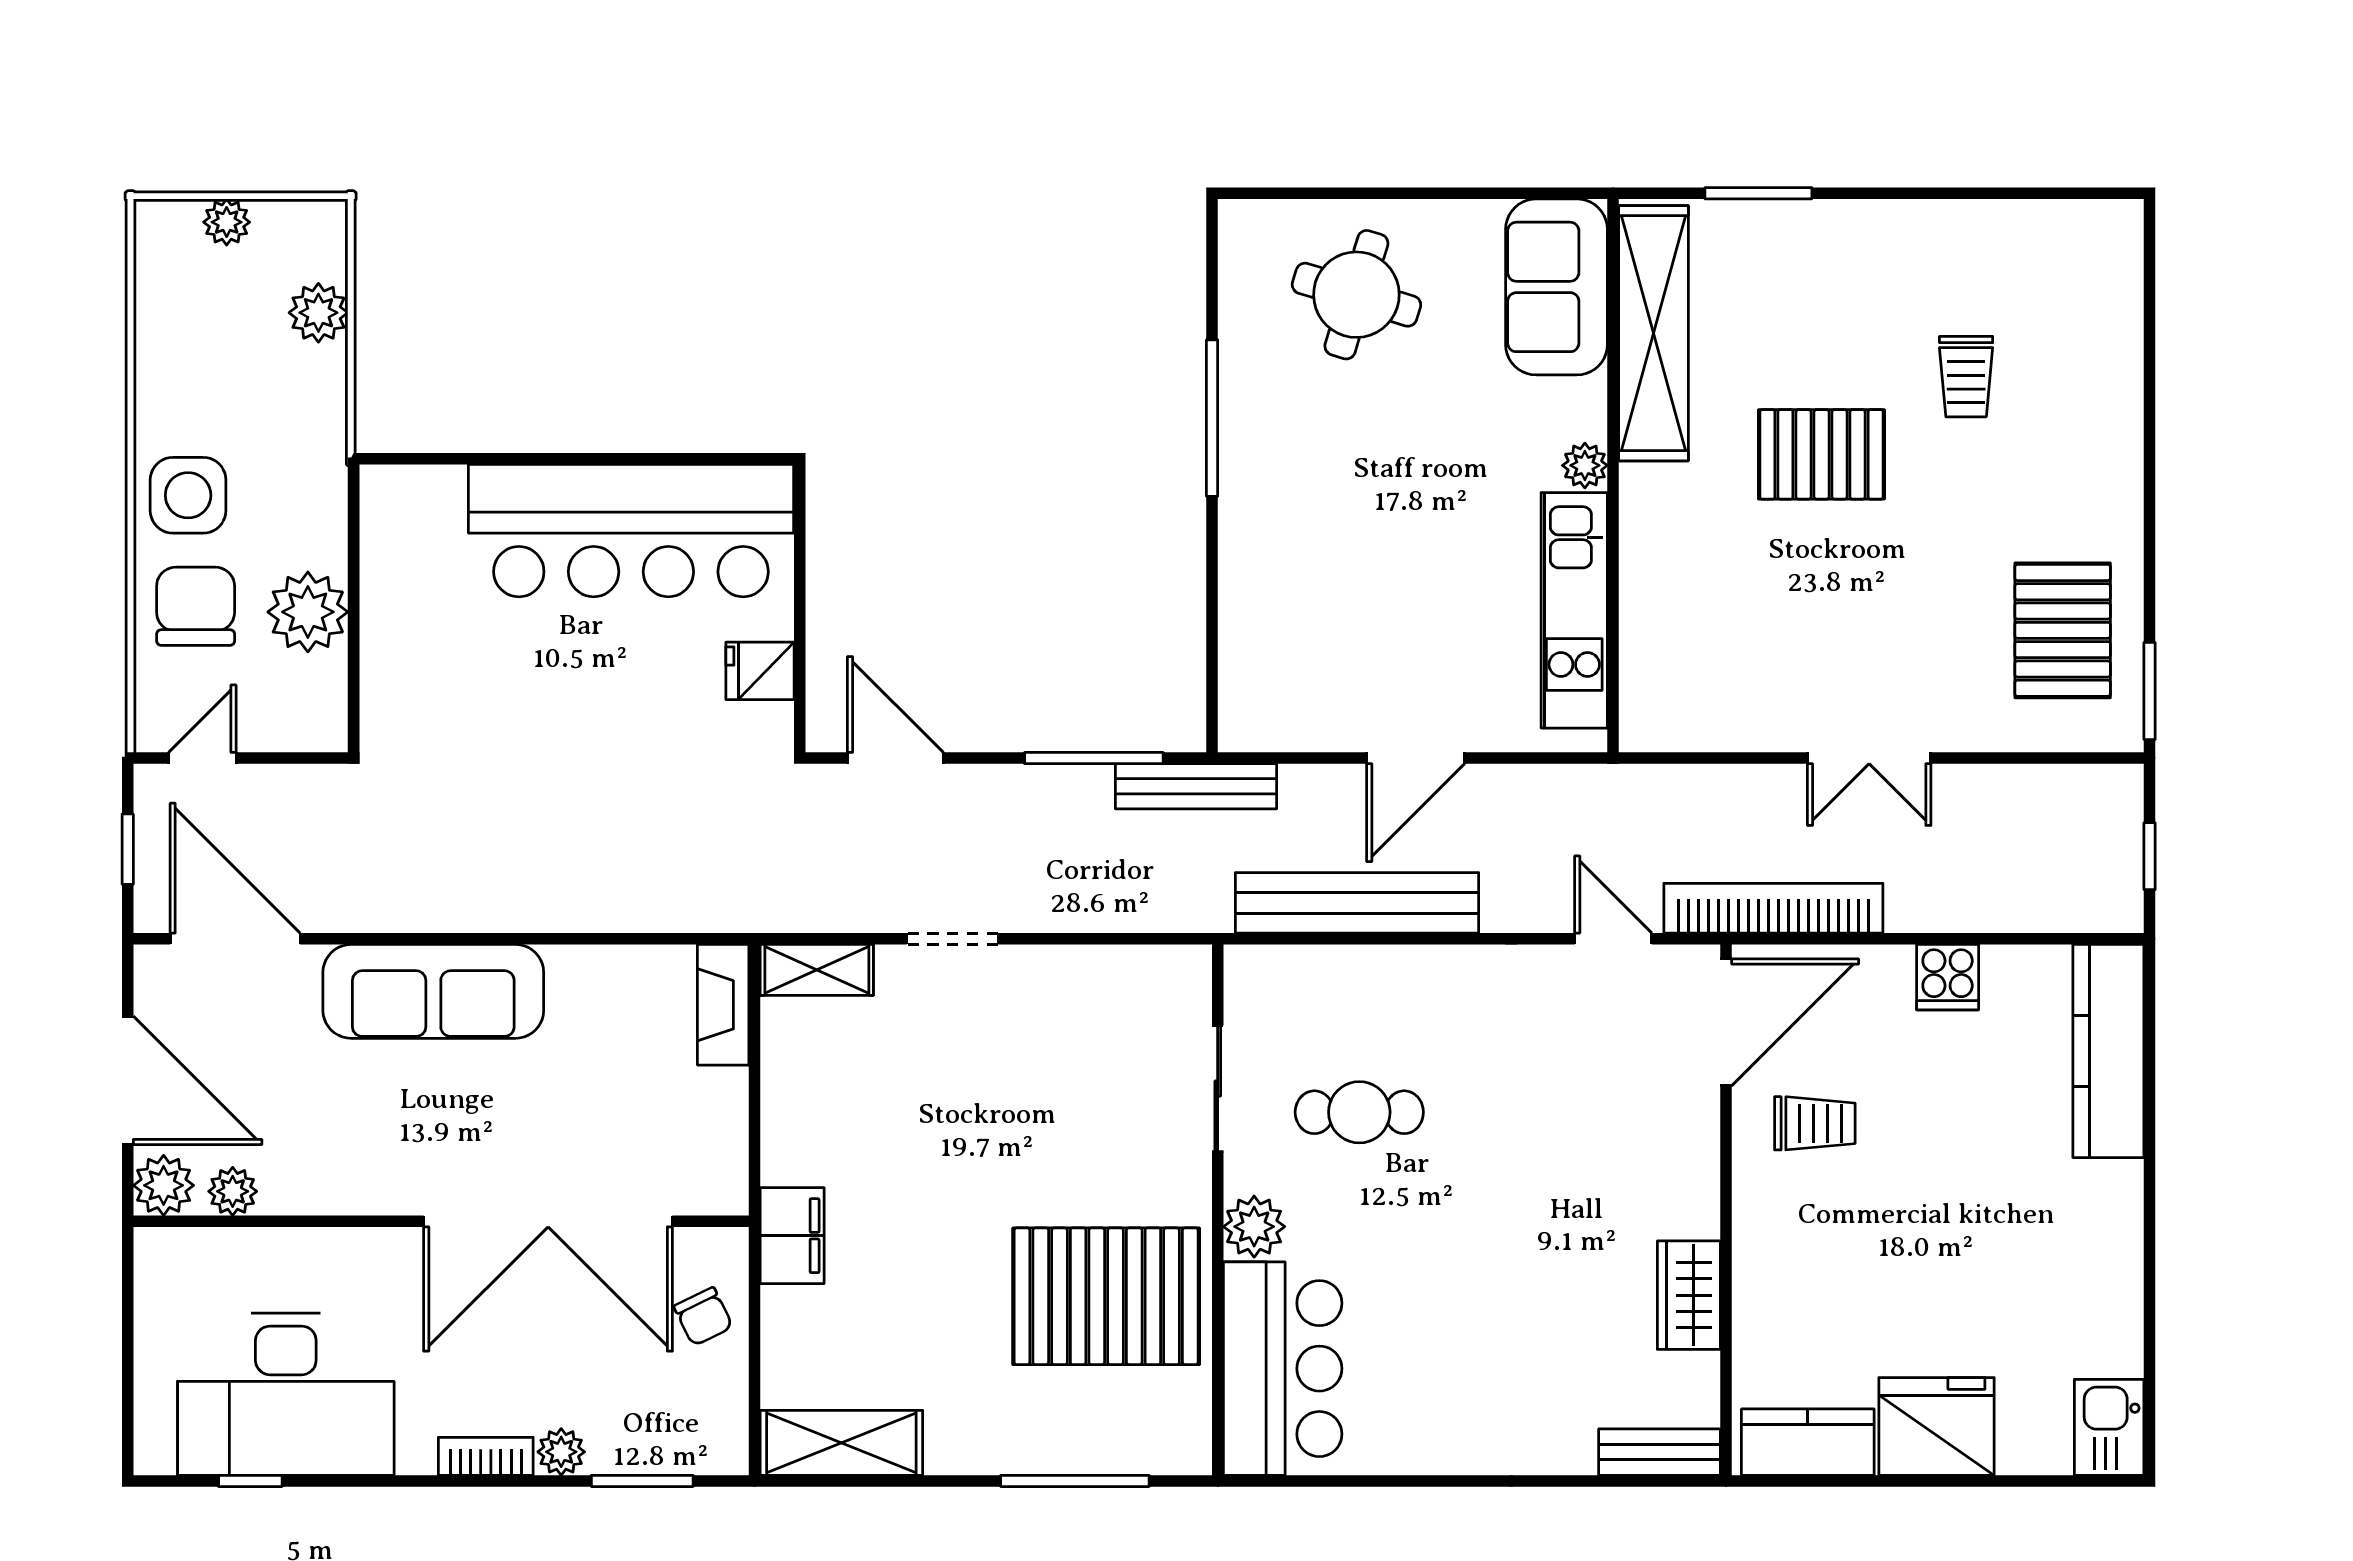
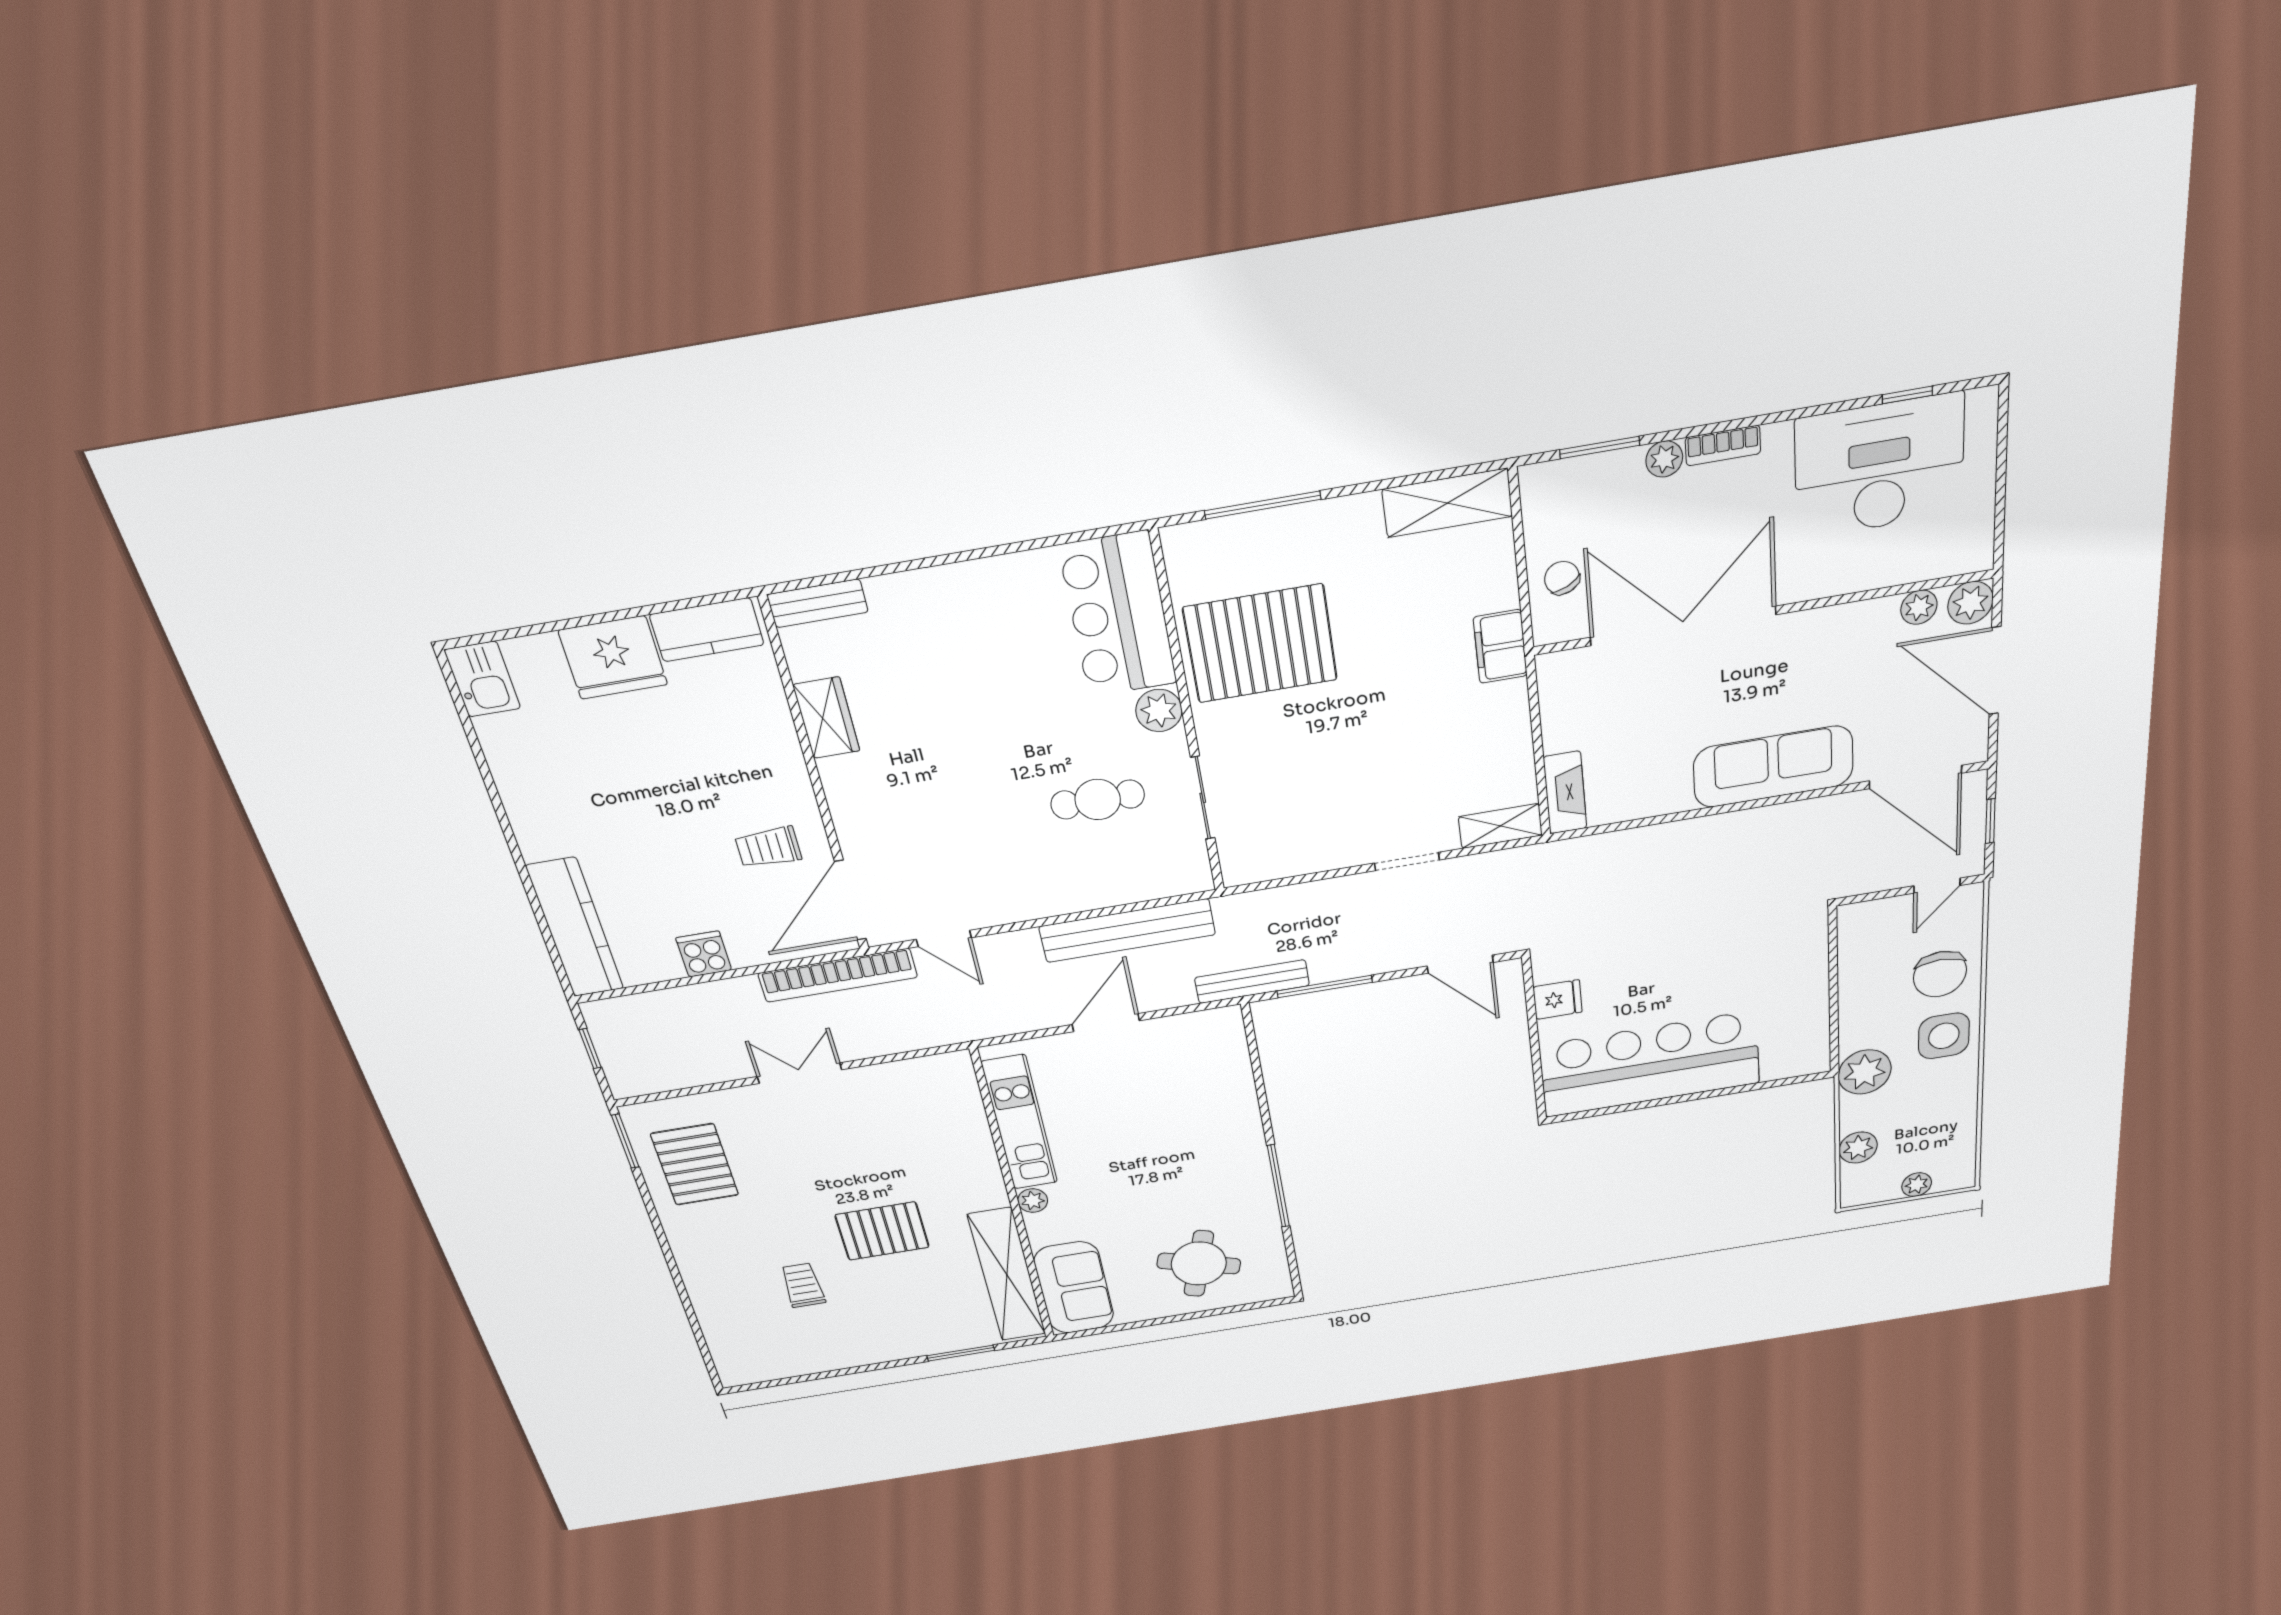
plant: (308, 612) -> (1865, 1072), moved

